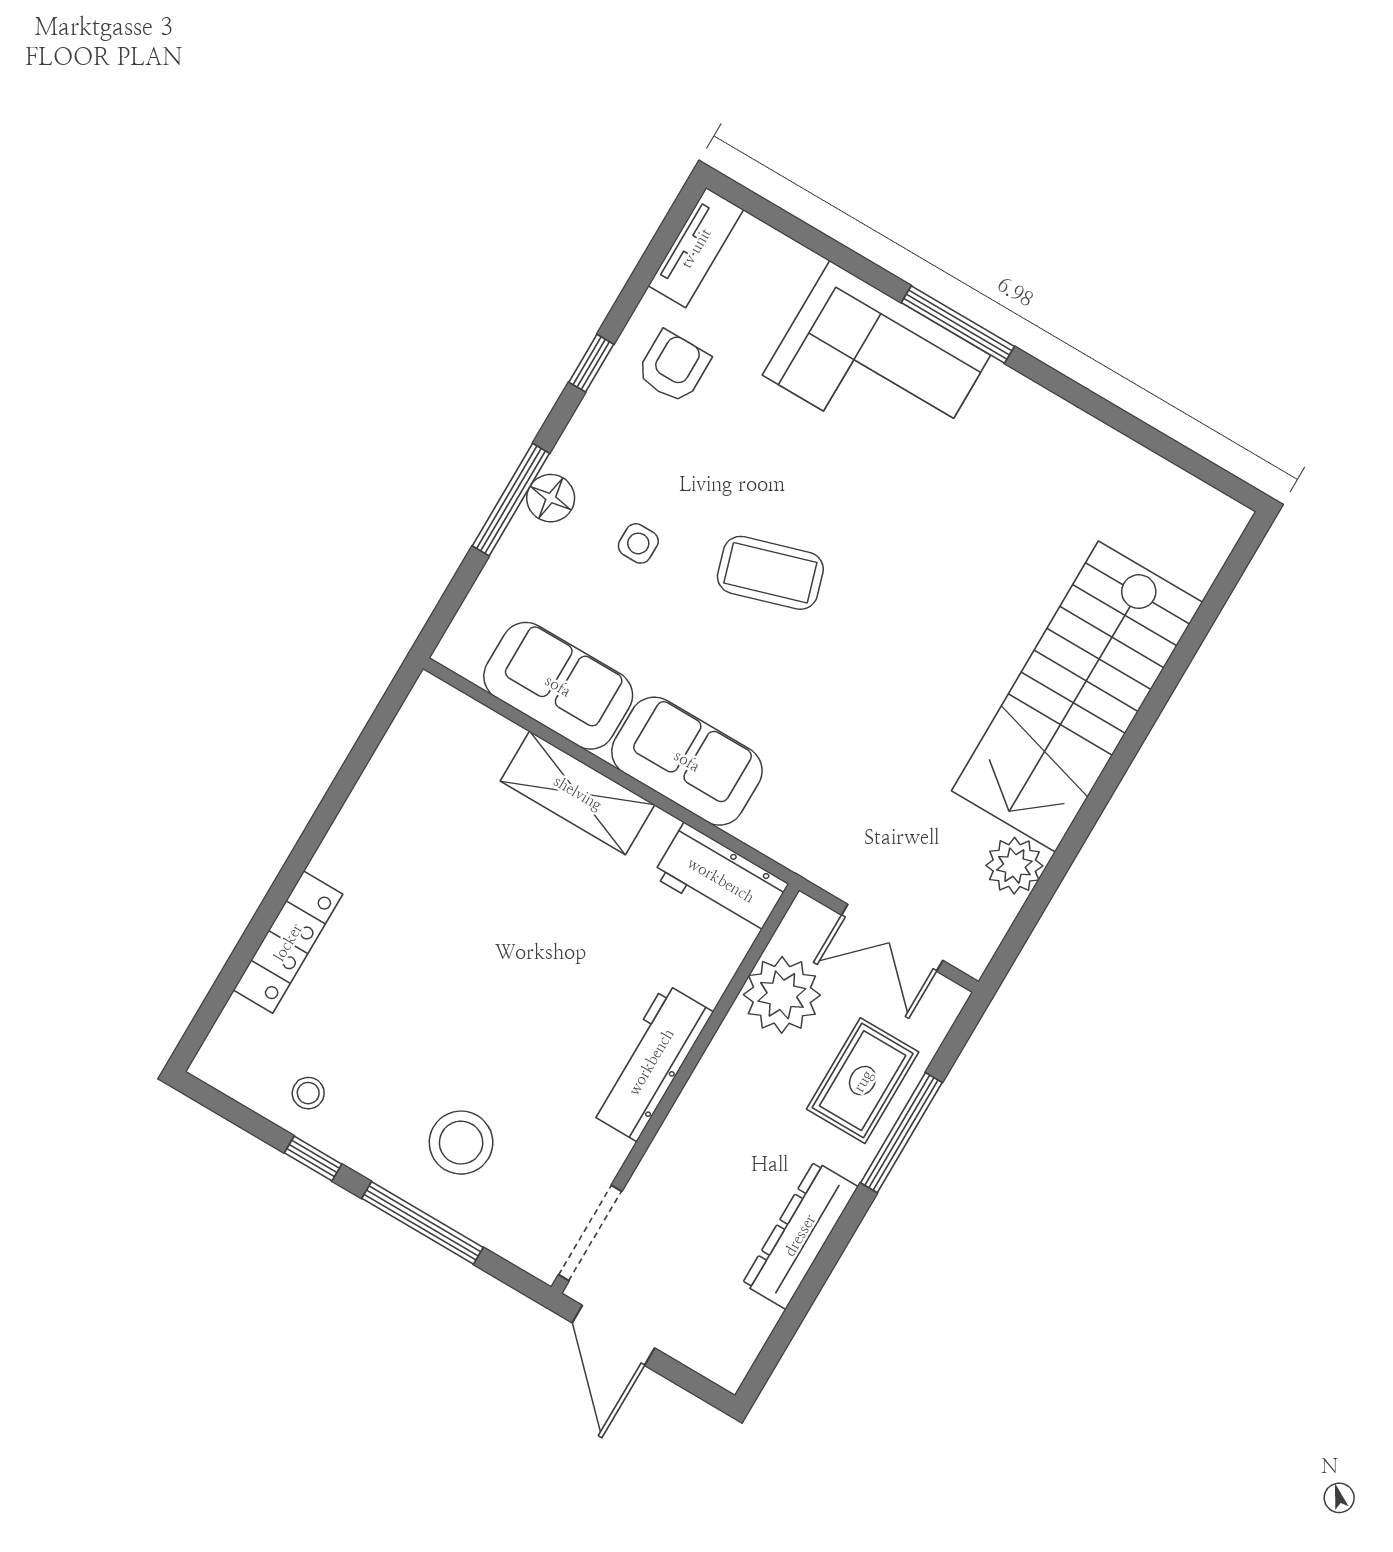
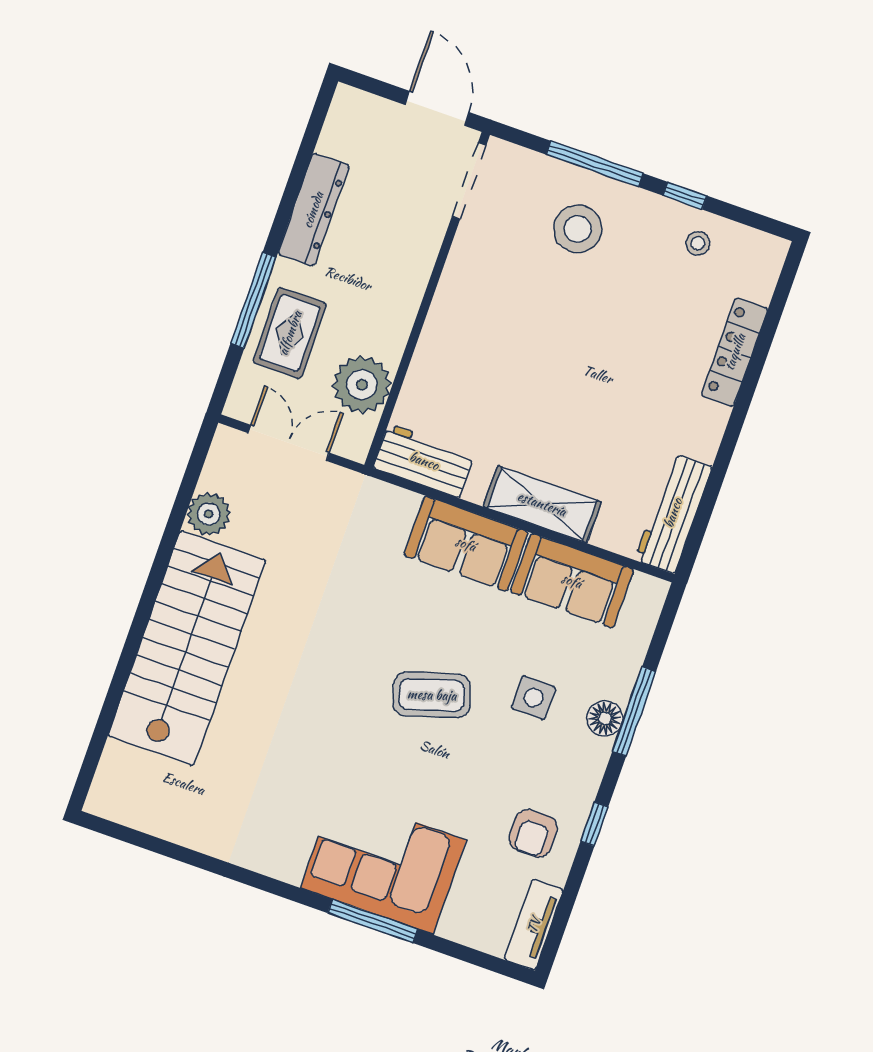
window: (958, 325) -> (373, 921), moved
side table: (638, 543) -> (534, 698), width x1.37, depth x1.37
workbench: (651, 1062) -> (673, 513), moved, turned 180

